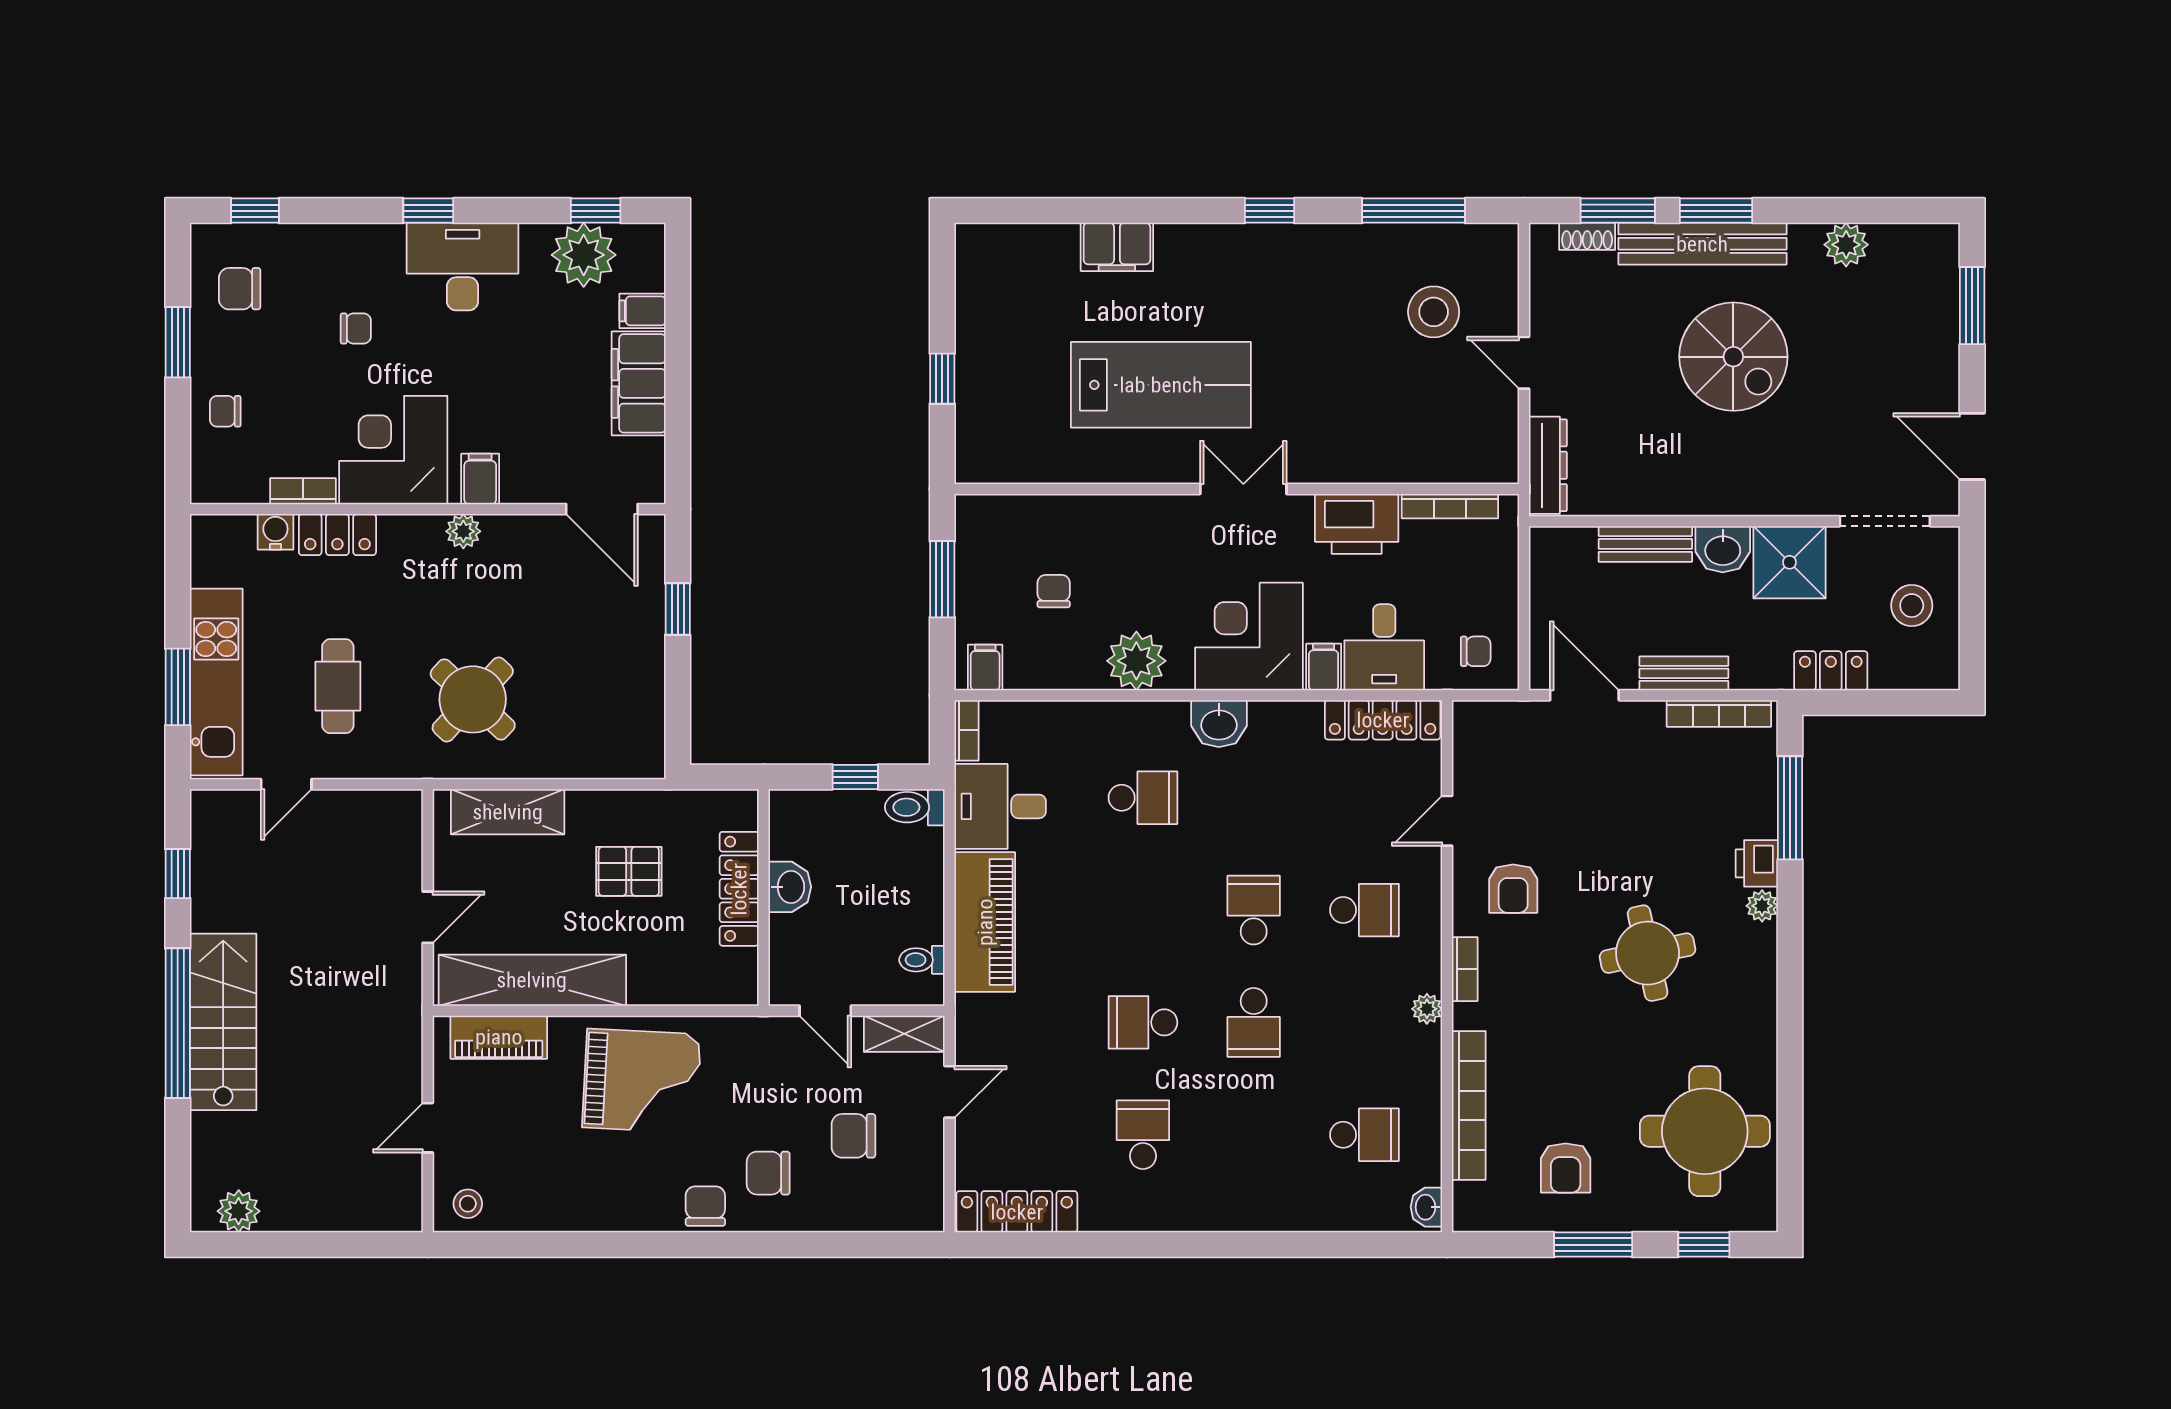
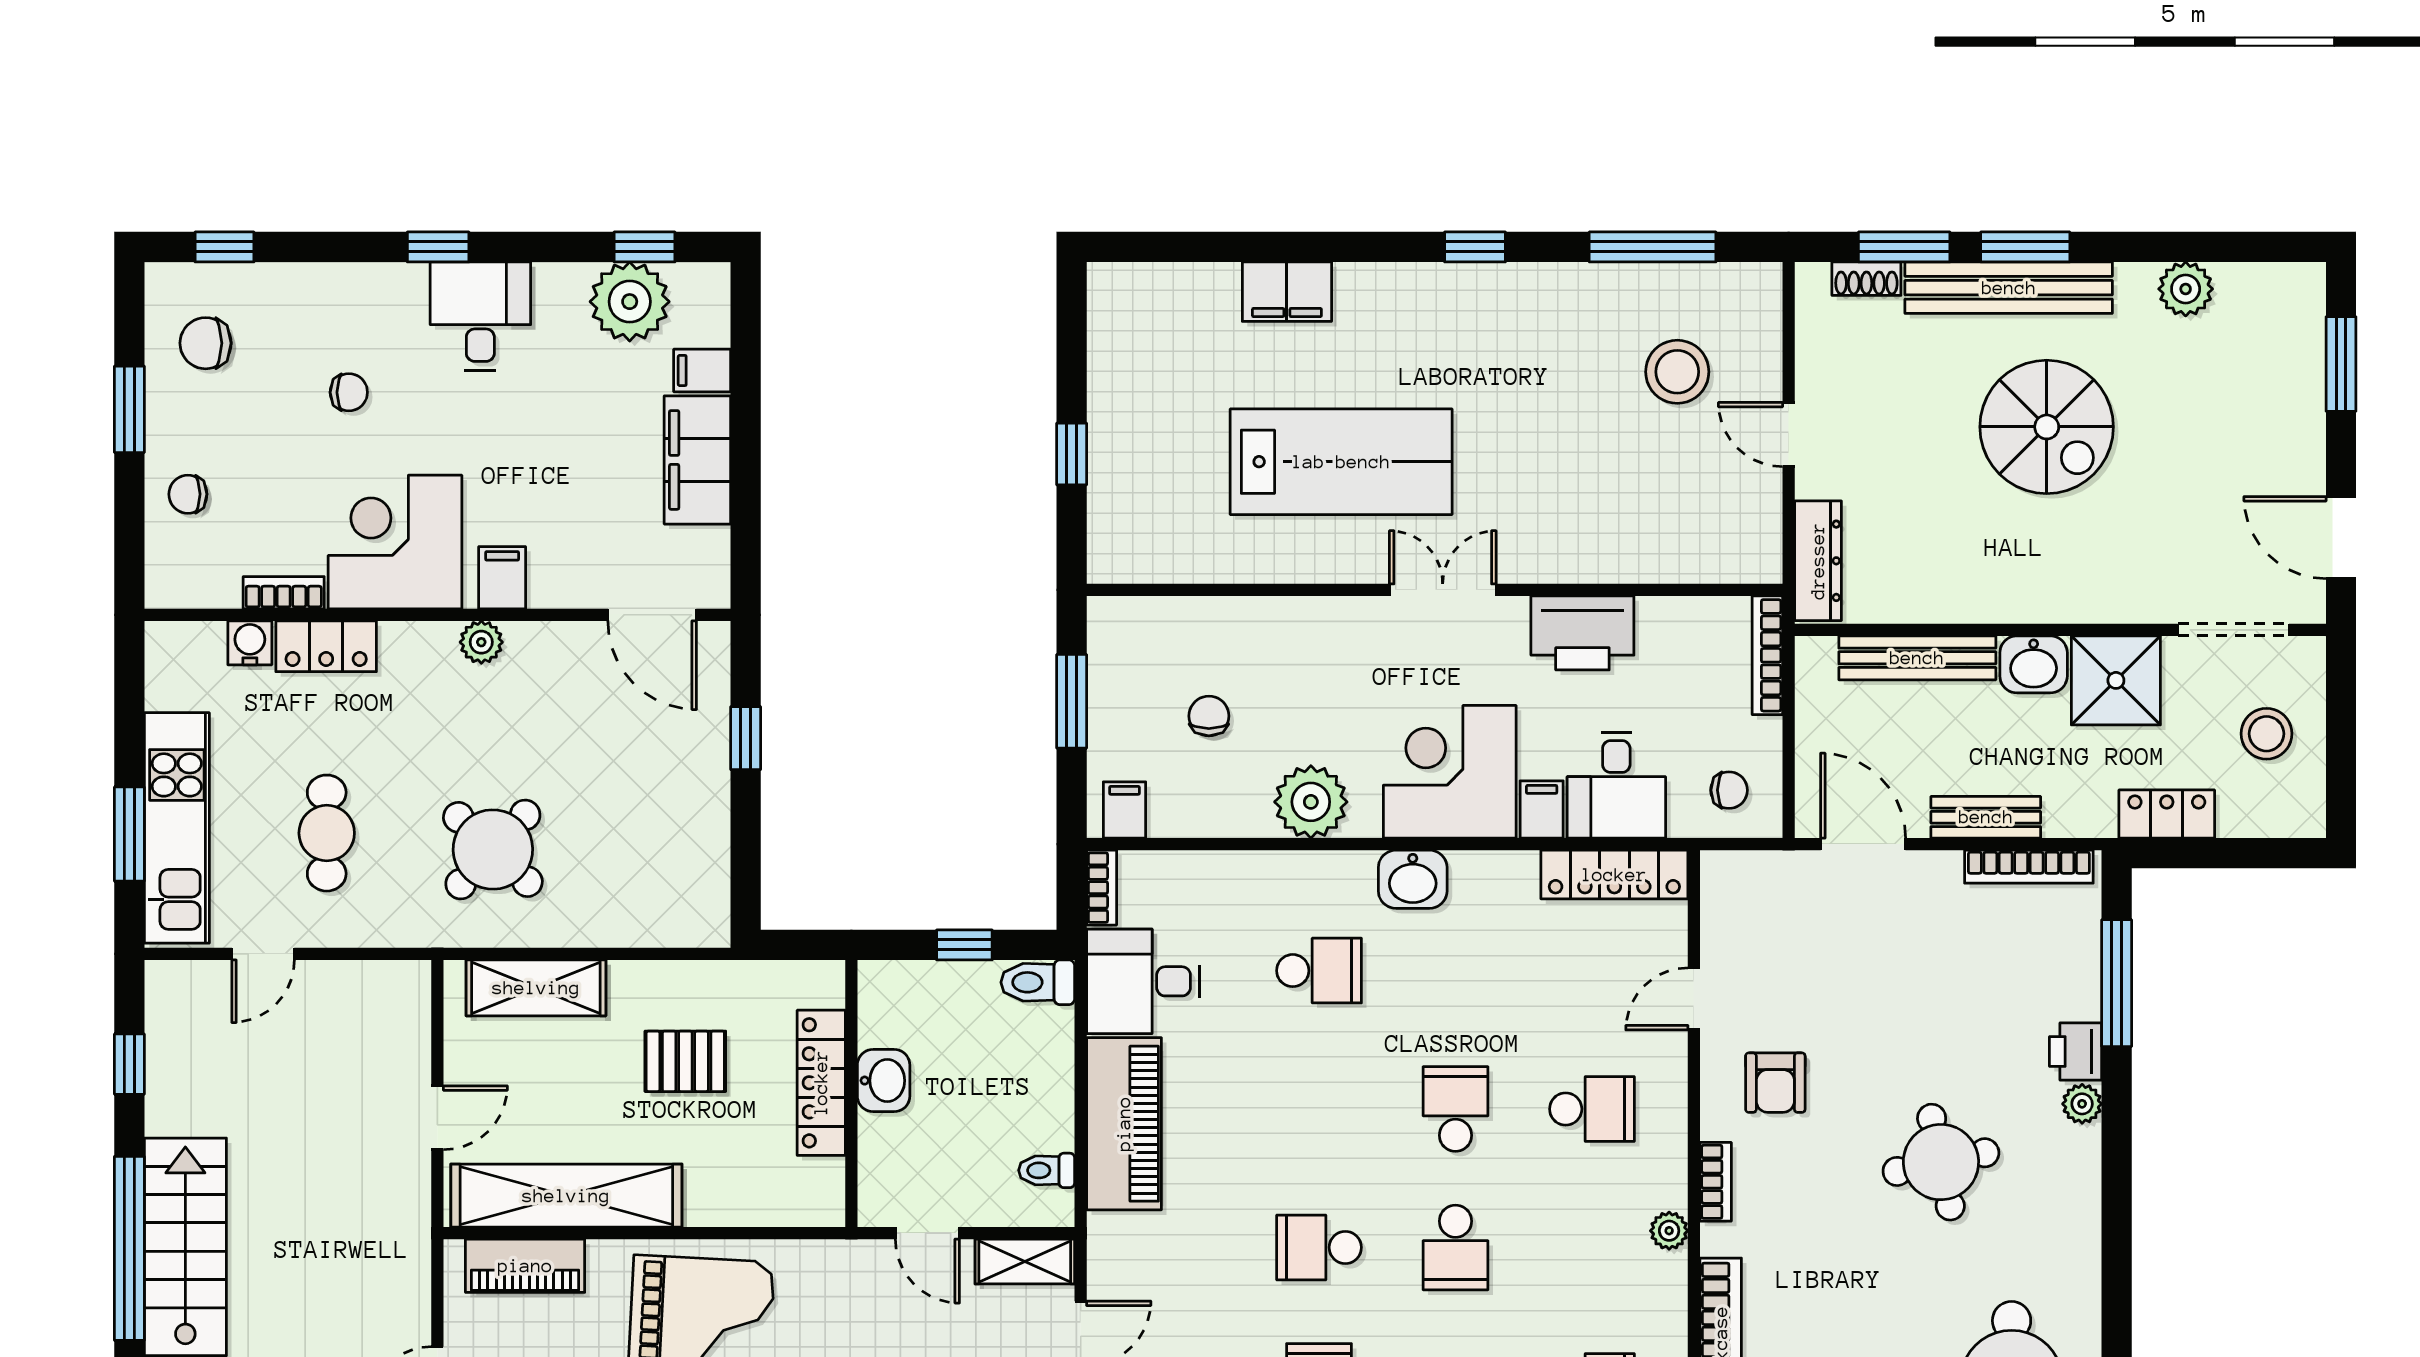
desk: (463, 267) -> (480, 316), width x0.73
bookcase: (1450, 506) -> (1767, 655), moved, turned 90
bench: (1645, 544) -> (1917, 658), width x1.36

